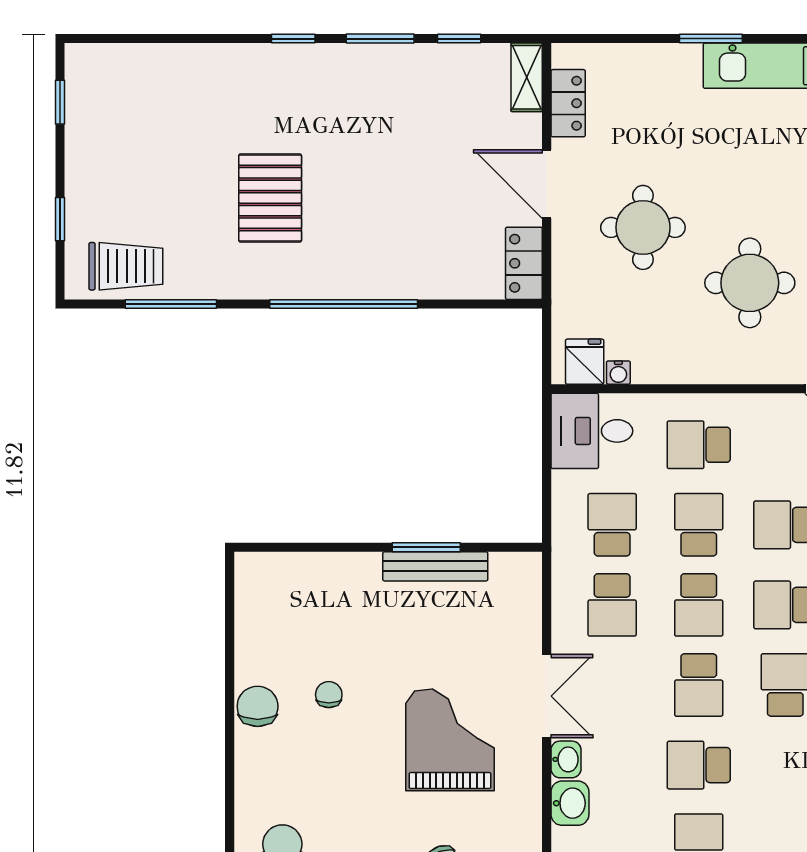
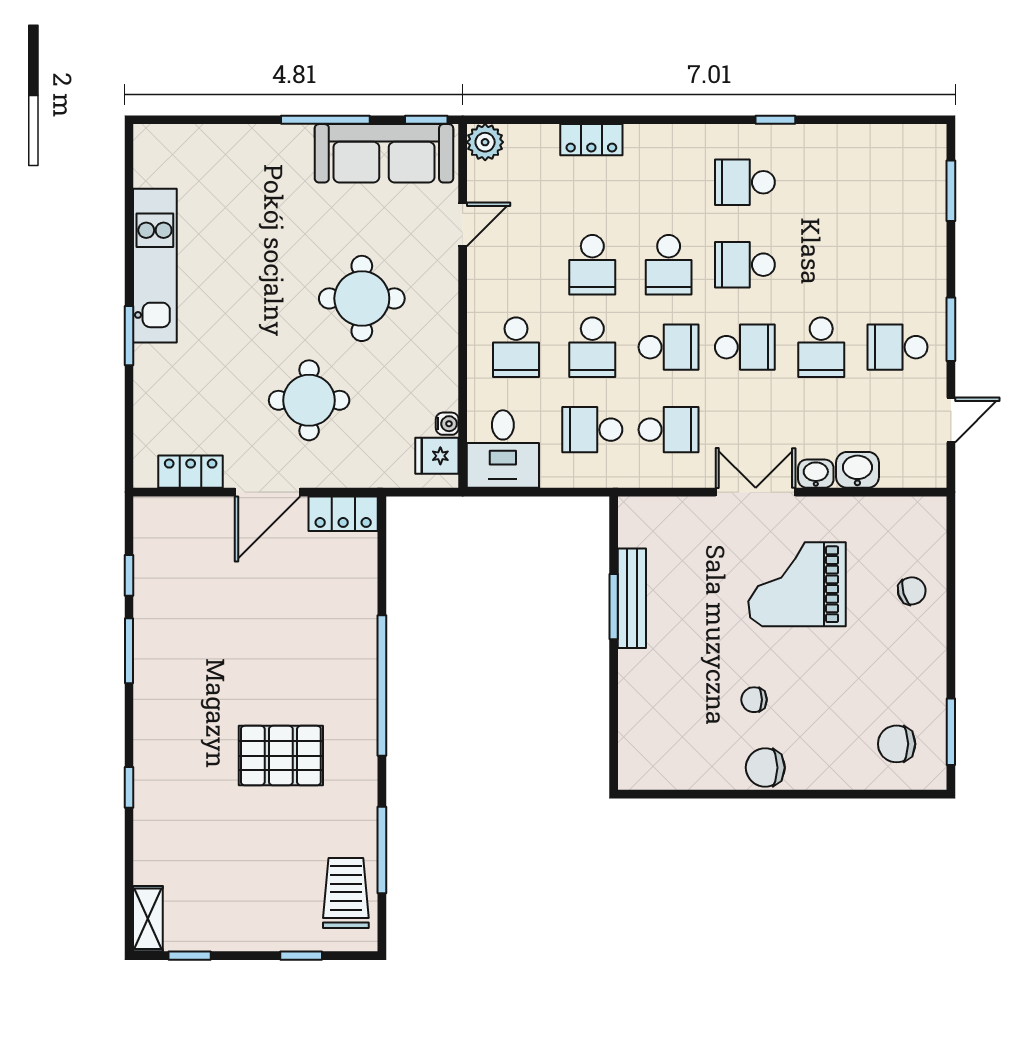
window: (293, 39) -> (129, 787), moved
shelving: (527, 77) -> (148, 919), moved, turned 90
school desk: (699, 525) -> (592, 347), turned -90

